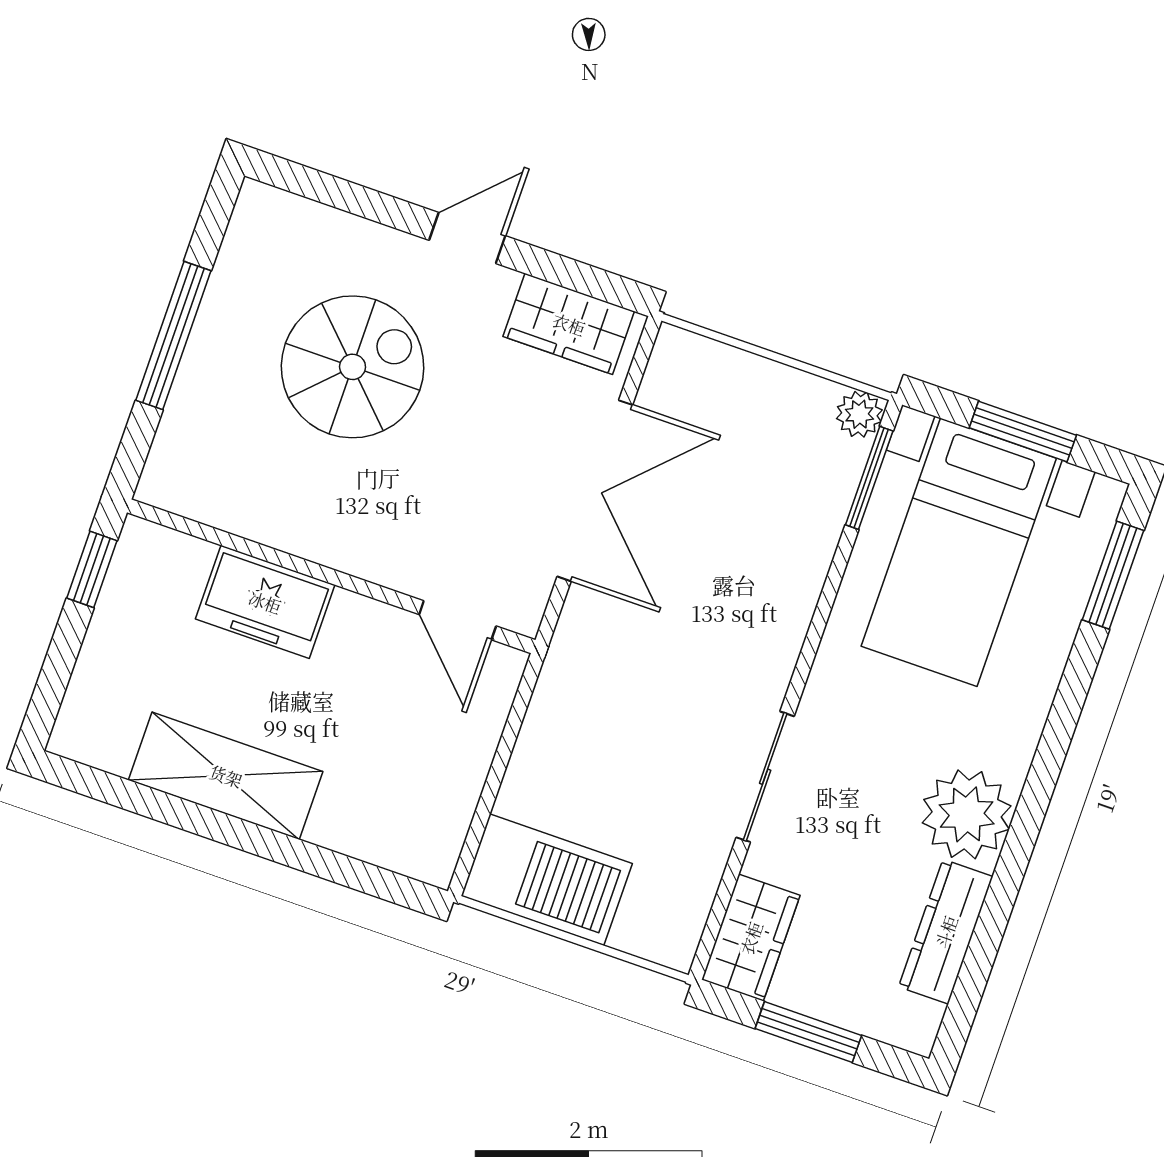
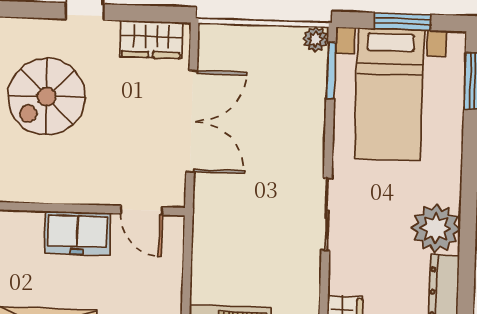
spiral stairs: (353, 367) -> (47, 97), turned 180
freezer: (265, 602) -> (78, 233), moved
sliding door: (765, 777) -> (327, 214), moved

